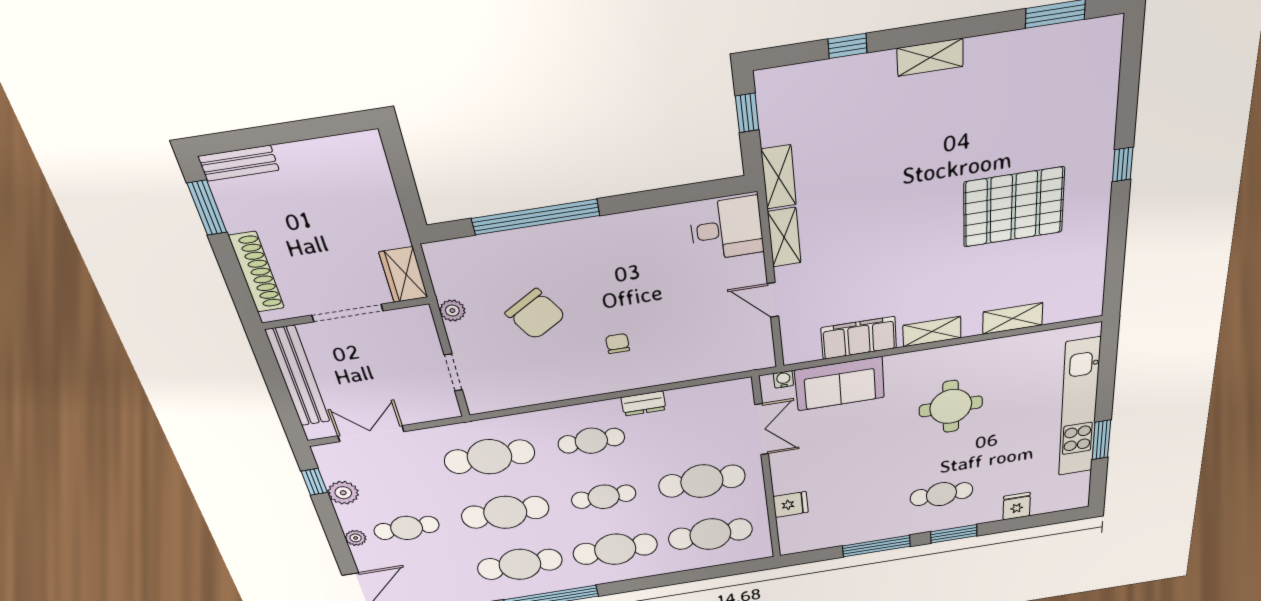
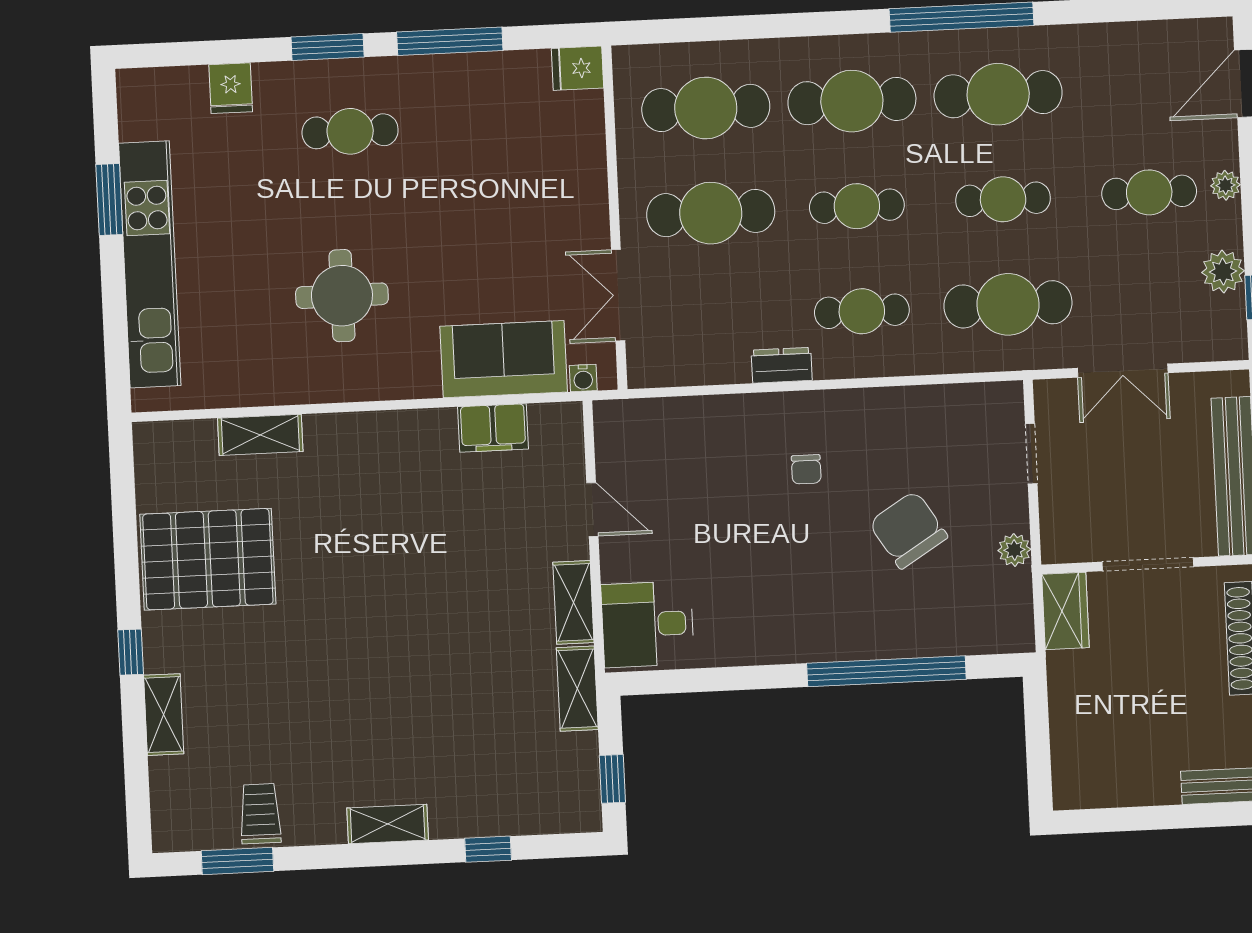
trolley: (1033, 54) -> (260, 814), added
pallet: (1014, 207) -> (208, 559), moved
shelving: (932, 332) -> (164, 715), moved, turned 90
filing cabinet: (859, 338) -> (493, 428), width x0.67, depth x0.86
double door: (371, 434) -> (1123, 371), moved
fridge: (791, 504) -> (577, 68), moved
cafe table: (505, 512) -> (1003, 199), width x0.73, depth x0.74

